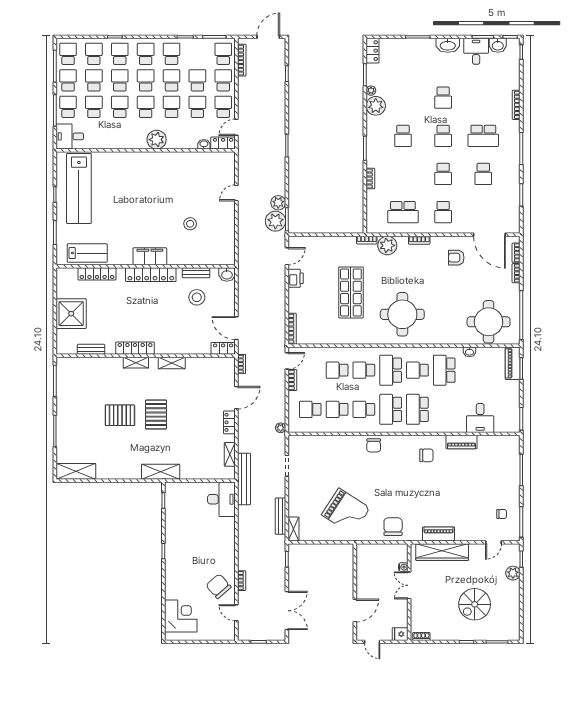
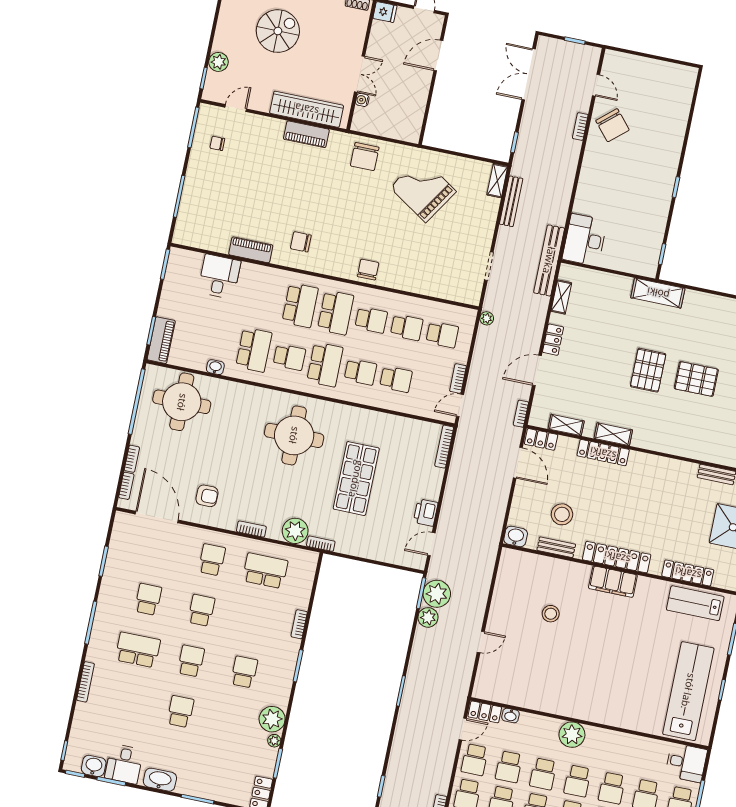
locker: (135, 348) -> (603, 453), moved
shelving: (136, 363) -> (566, 425), moved
corner desk: (181, 616) -> (671, 96), removed

